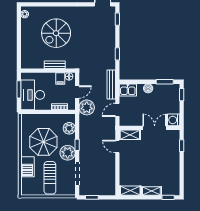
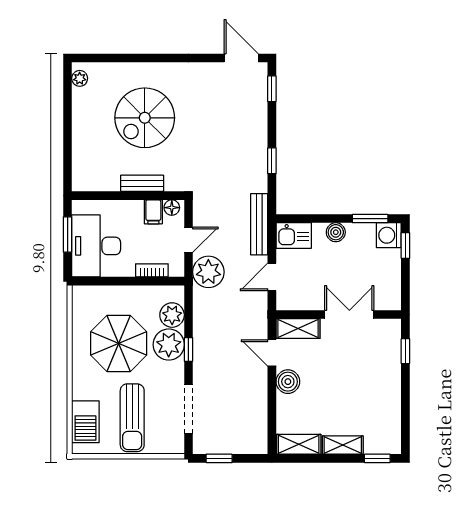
washing machine: (174, 120) -> (389, 235), moved
plant: (68, 153) -> (169, 345), moved
boiler: (125, 160) -> (288, 382), added
barbecue: (27, 167) -> (85, 422), moved

